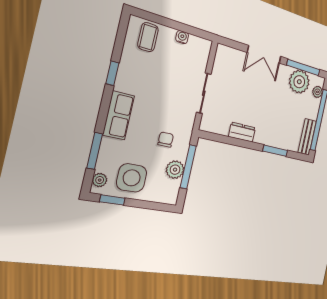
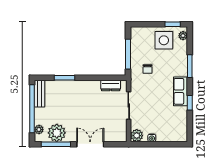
coffee table: (148, 37) -> (173, 131), removed
row of seats: (119, 115) -> (180, 91), moved
dresser: (242, 132) -> (111, 86), moved
window: (95, 151) -> (190, 66), moved
plant: (175, 170) -> (137, 136), moved

